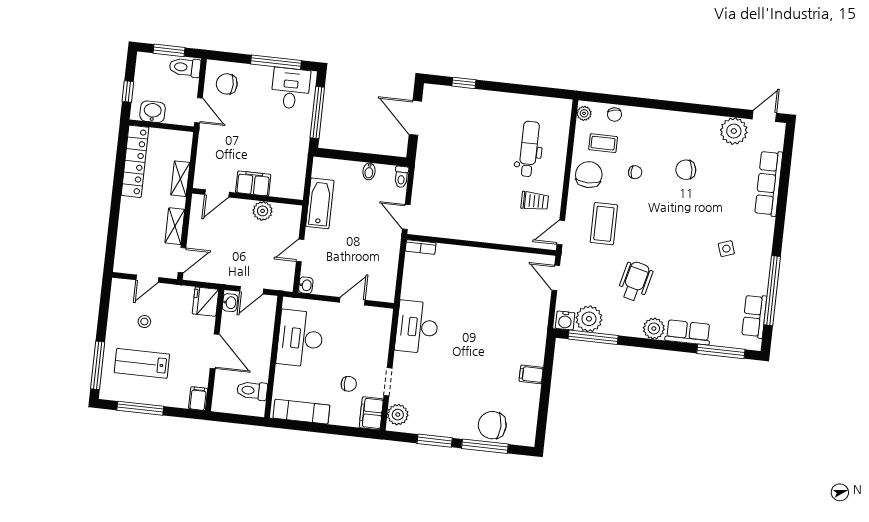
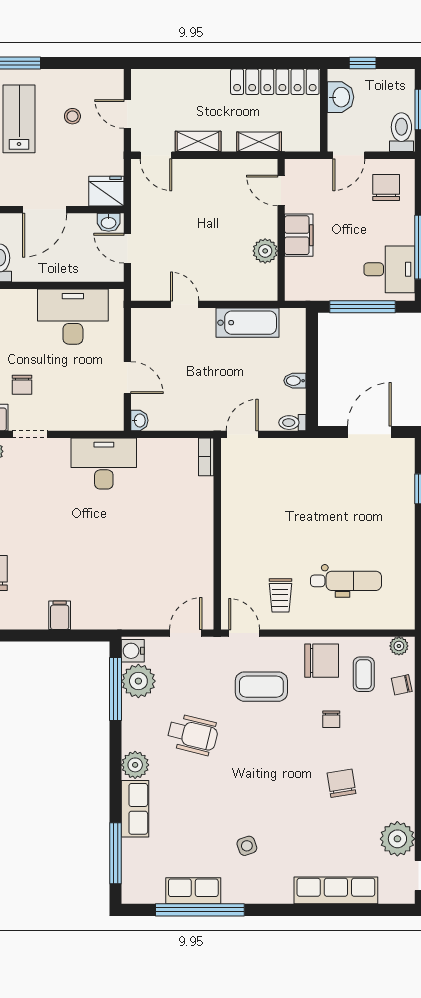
filing cabinet: (253, 183) -> (299, 235), moved
door: (217, 193) -> (281, 190), moved
wall: (248, 197) -> (281, 230), moved
plant: (263, 211) -> (265, 251), moved
washbasin: (306, 285) -> (139, 420), moved, turned -90
row of seats: (754, 316) -> (193, 891), moved

